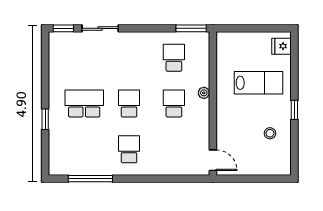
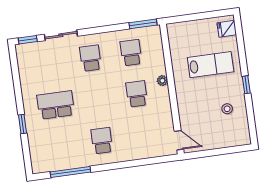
school desk: (129, 104) -> (91, 58), moved

